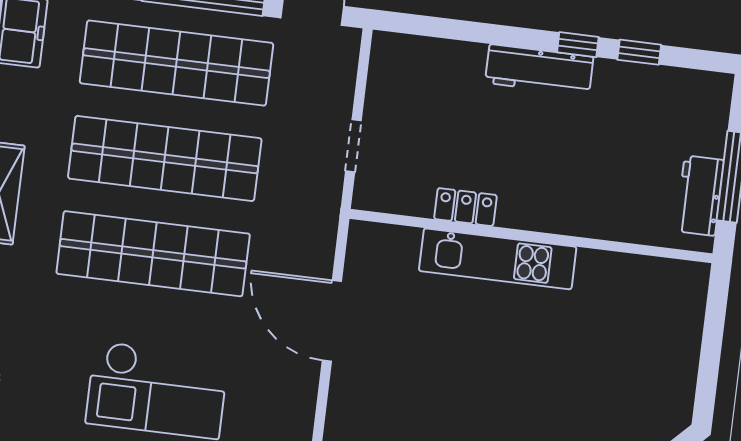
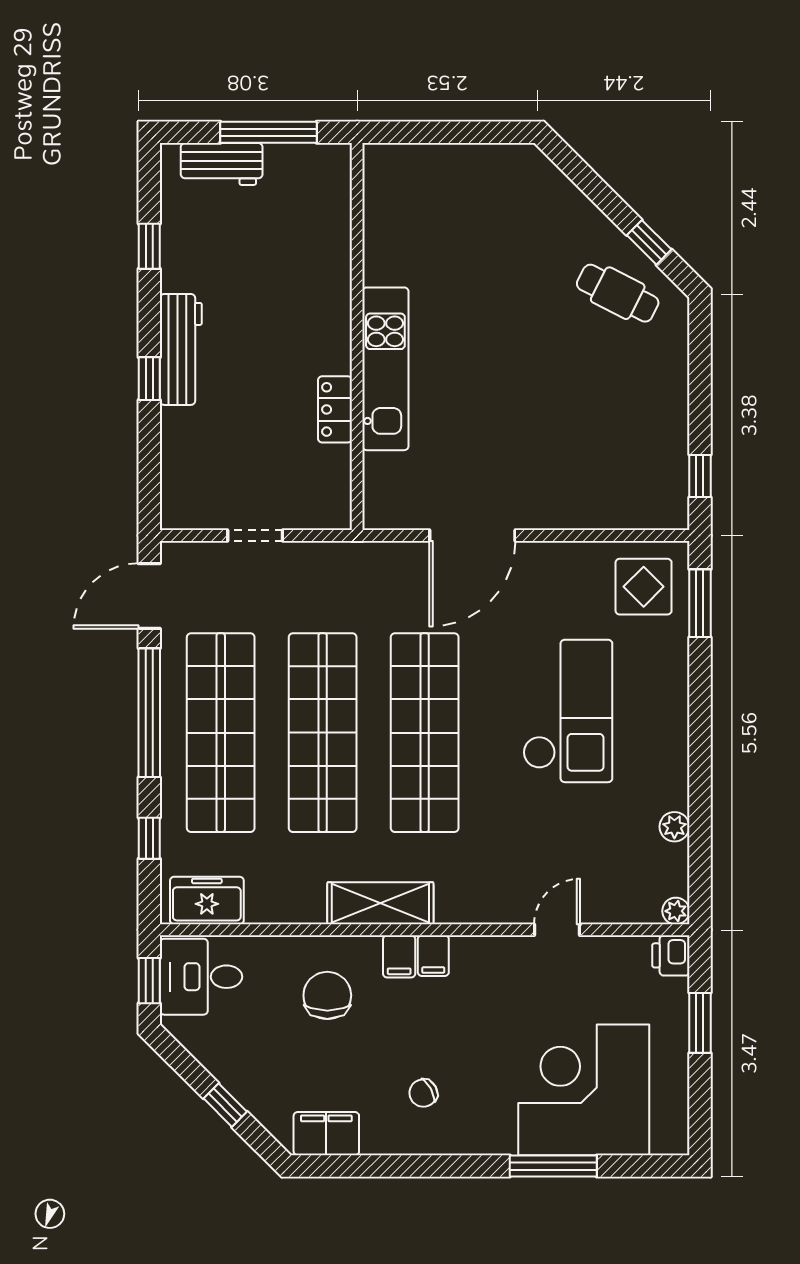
window: (578, 45) -> (149, 379), moved
doorway: (353, 146) -> (255, 535), moved
workbench: (700, 196) -> (222, 164), moved

